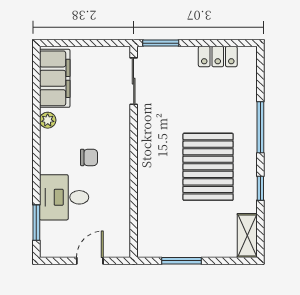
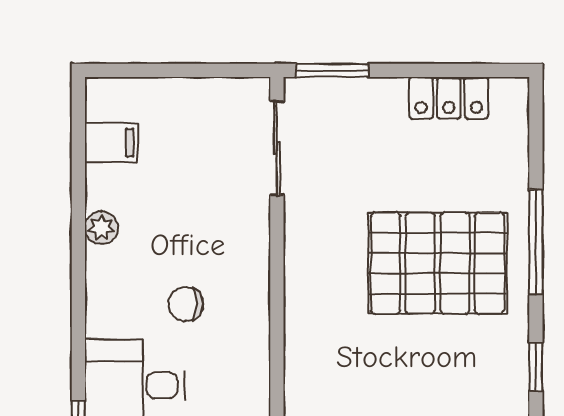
filing cabinet: (55, 78) -> (111, 142), width x0.33, depth x0.86
chair: (89, 157) -> (186, 304), turned 180
pallet: (208, 167) -> (438, 263), moved, turned 90

